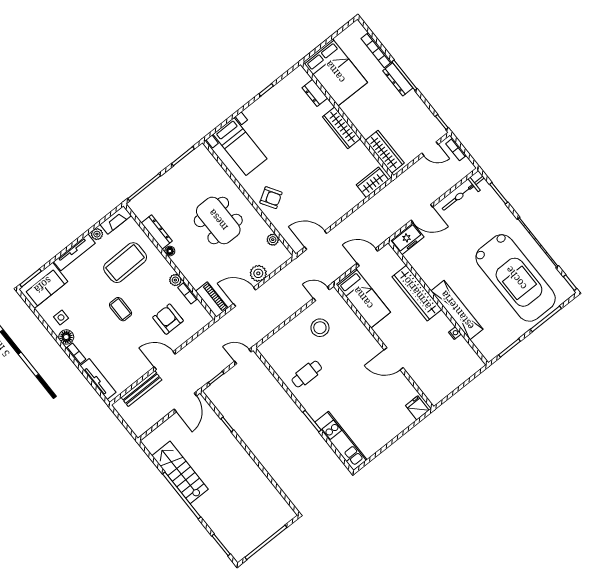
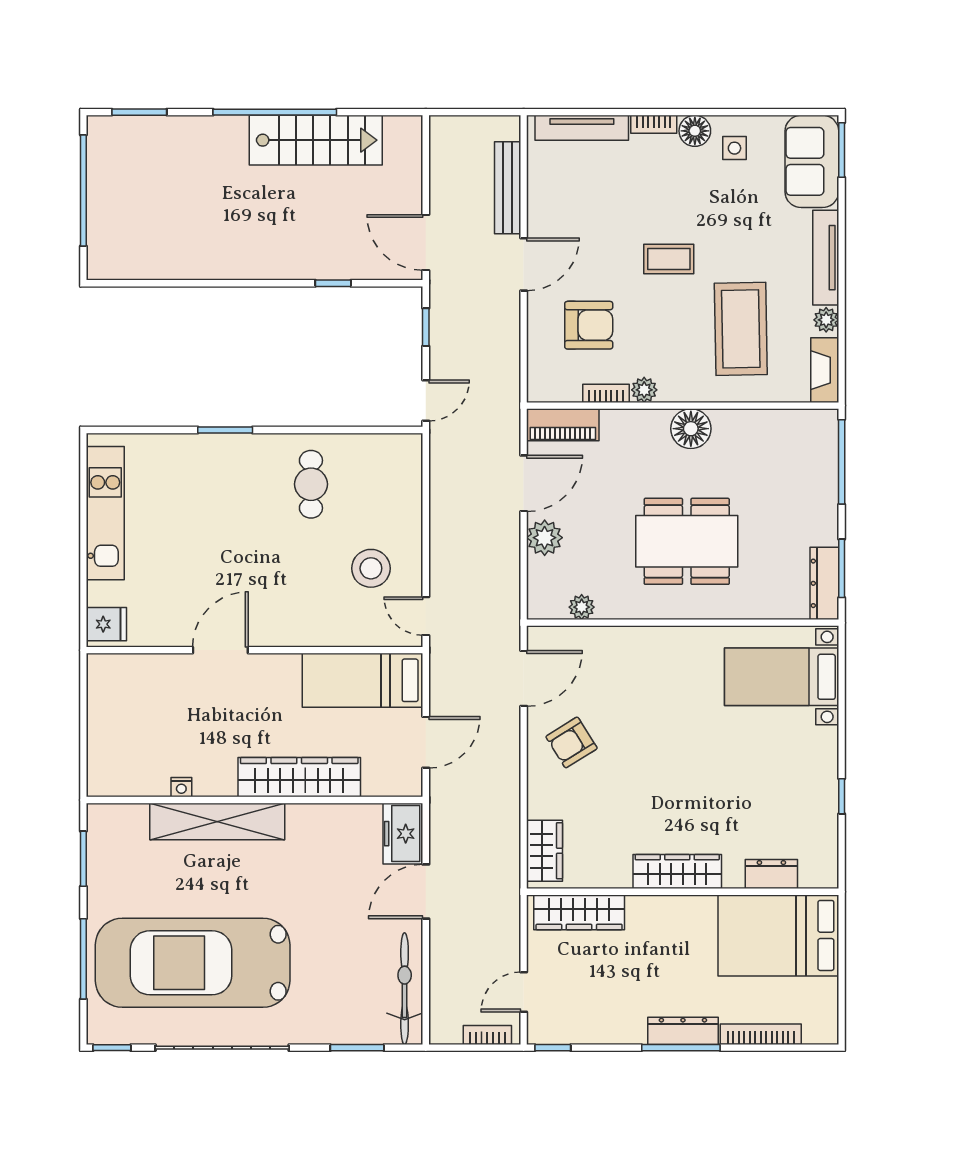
armchair: (271, 198) -> (572, 742), moved
dresser: (157, 232) -> (824, 583), moved, turned 90
floor lamp: (170, 251) -> (691, 429), width x1.89, depth x1.89
door: (321, 294) -> (426, 616), swing flipped
kitchen unit: (341, 441) -> (105, 513), moved, turned -90

